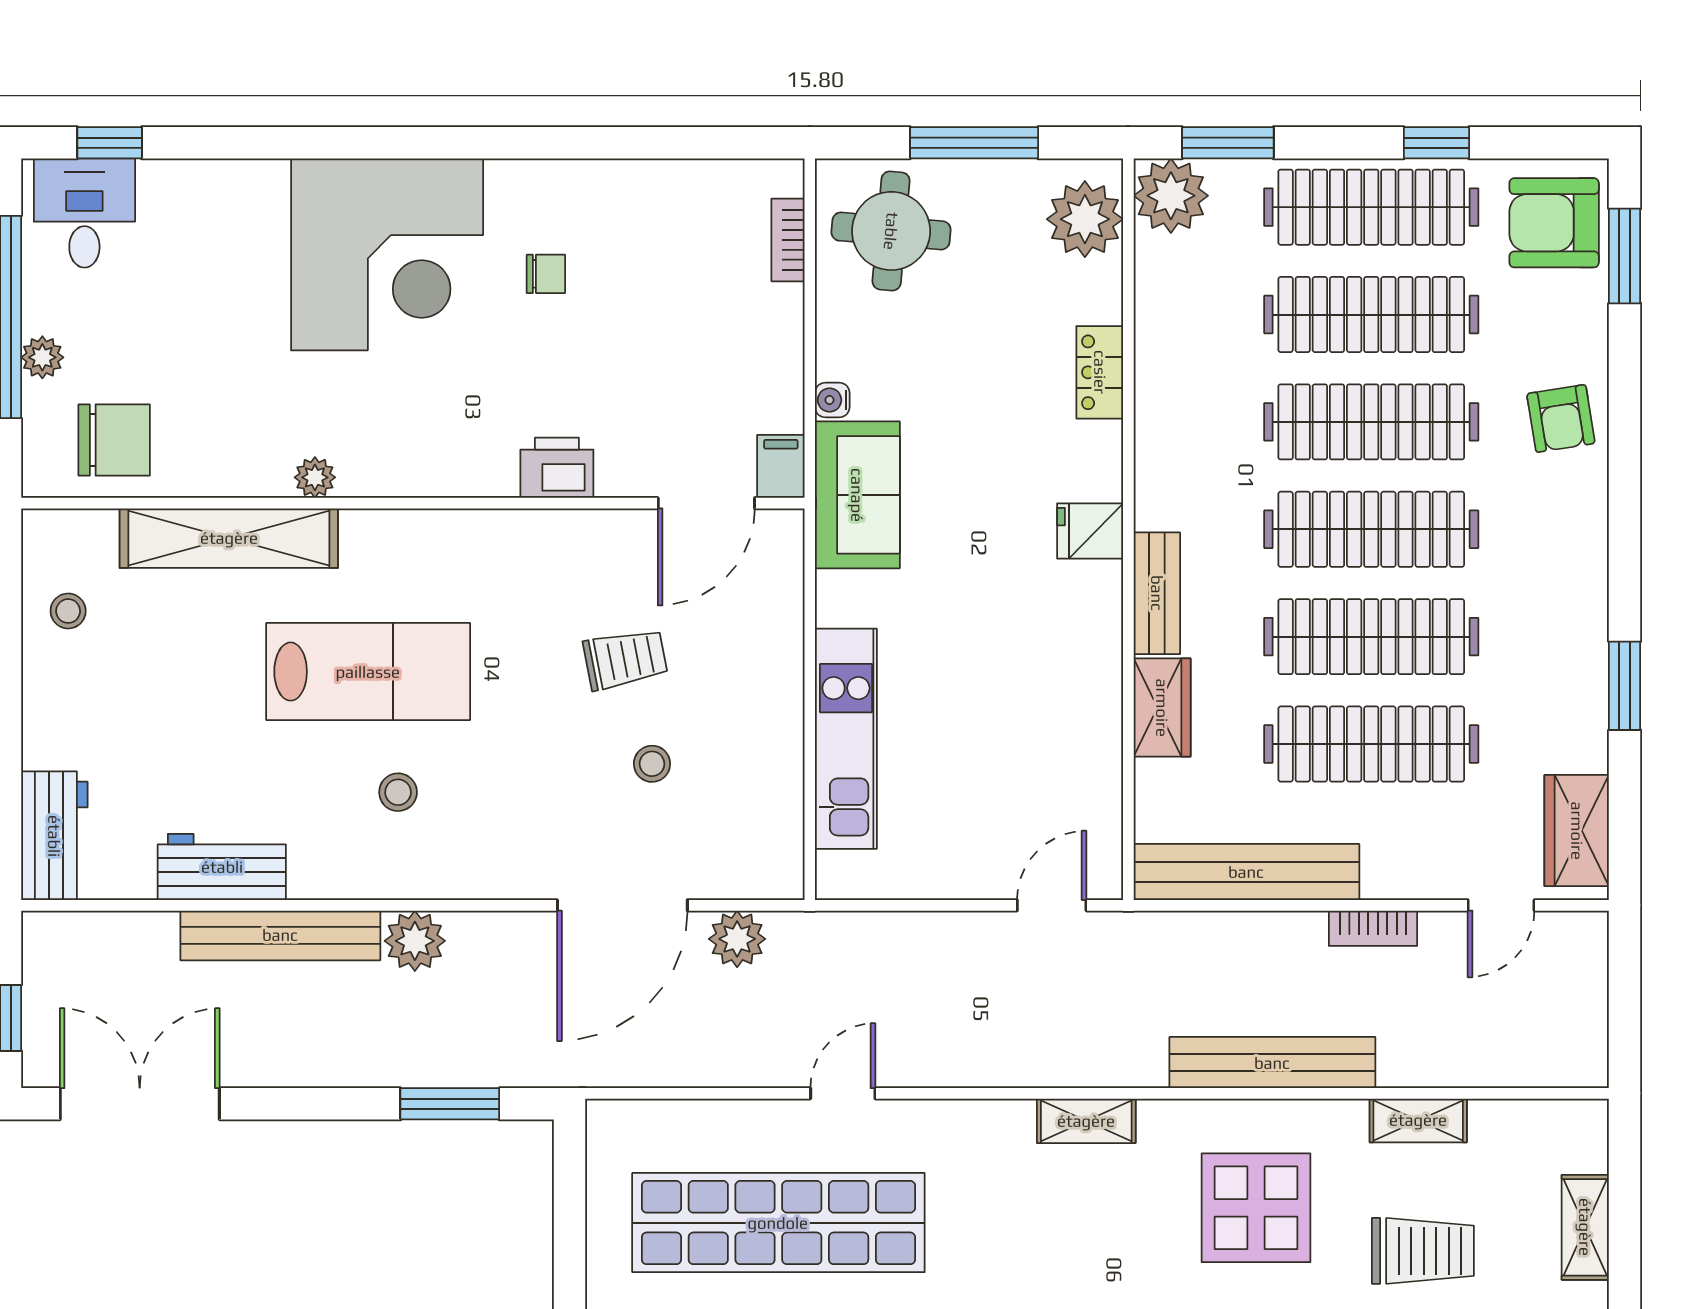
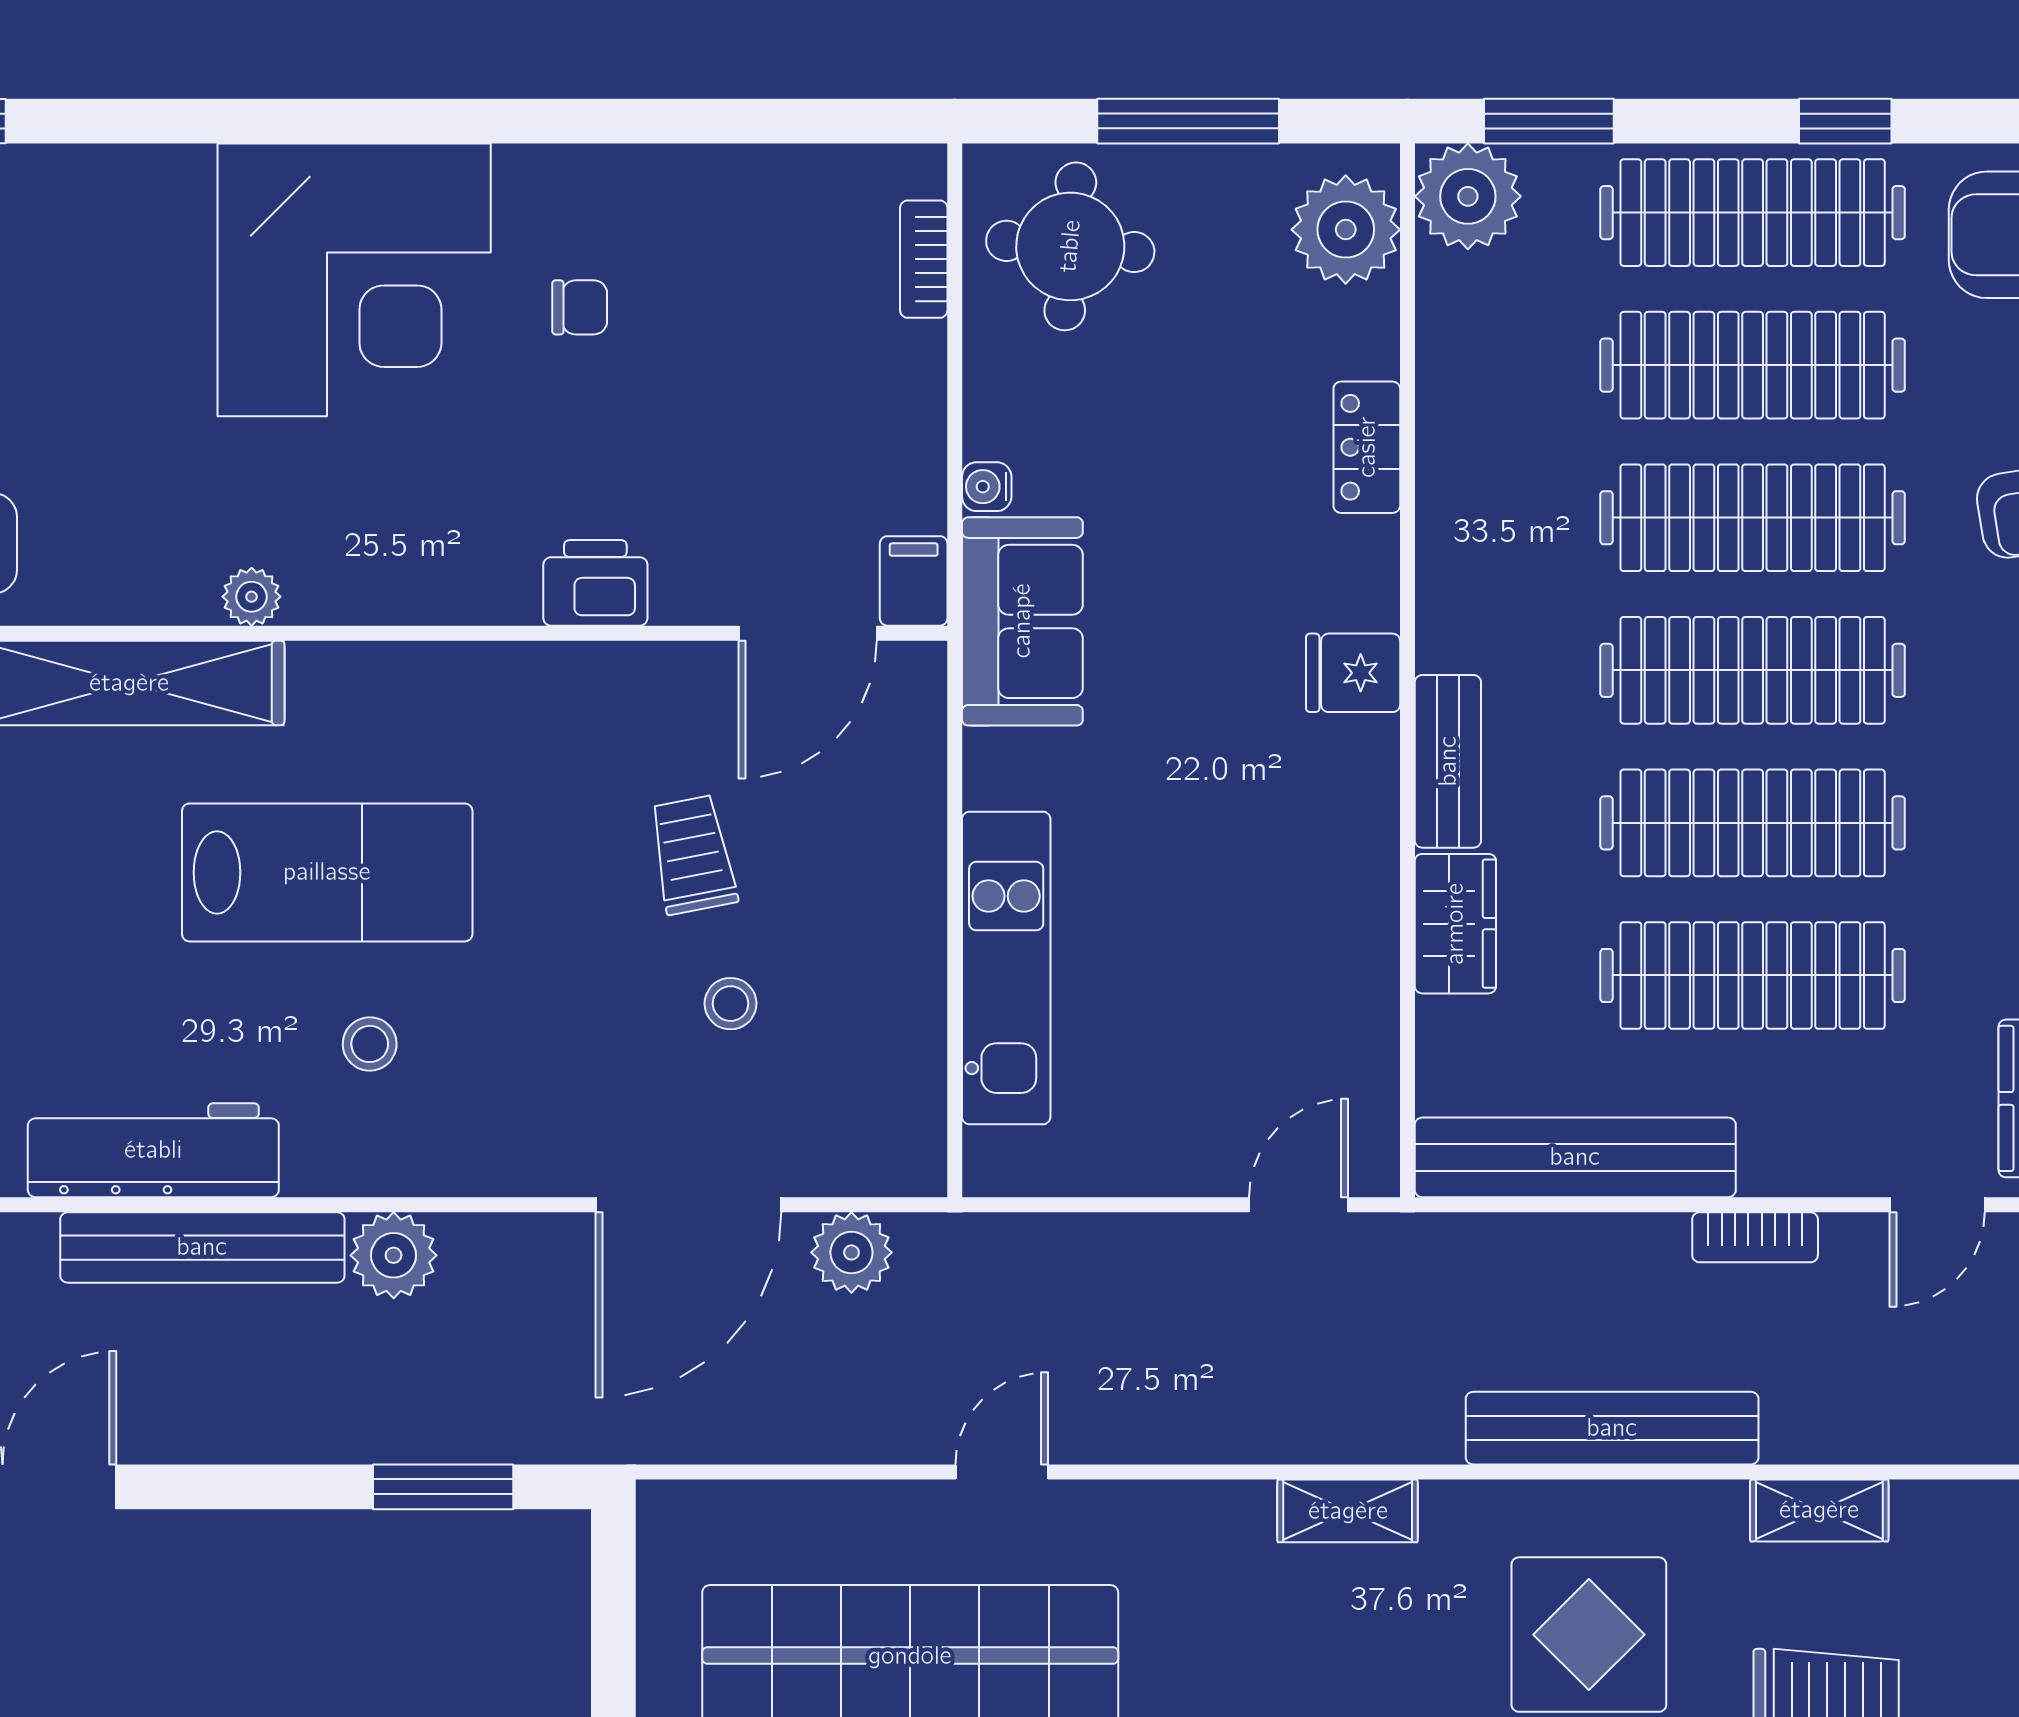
trolley: (625, 659) -> (693, 855), turned -90
workbench: (222, 867) -> (153, 1150), width x1.38

